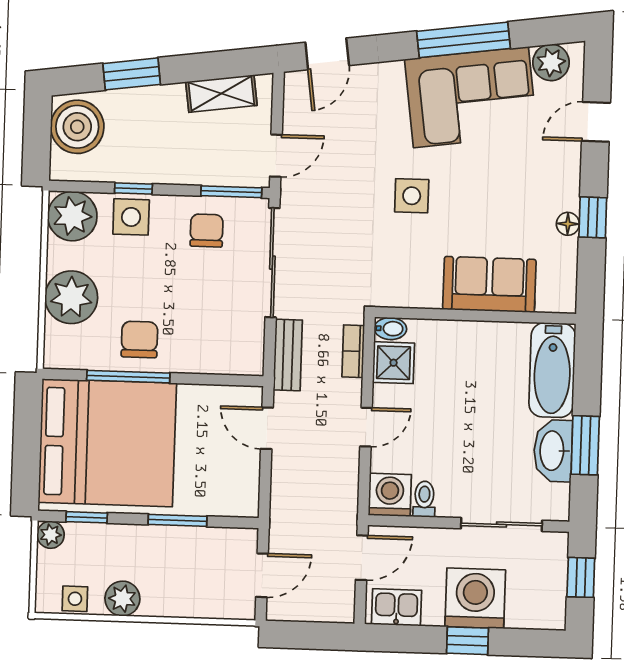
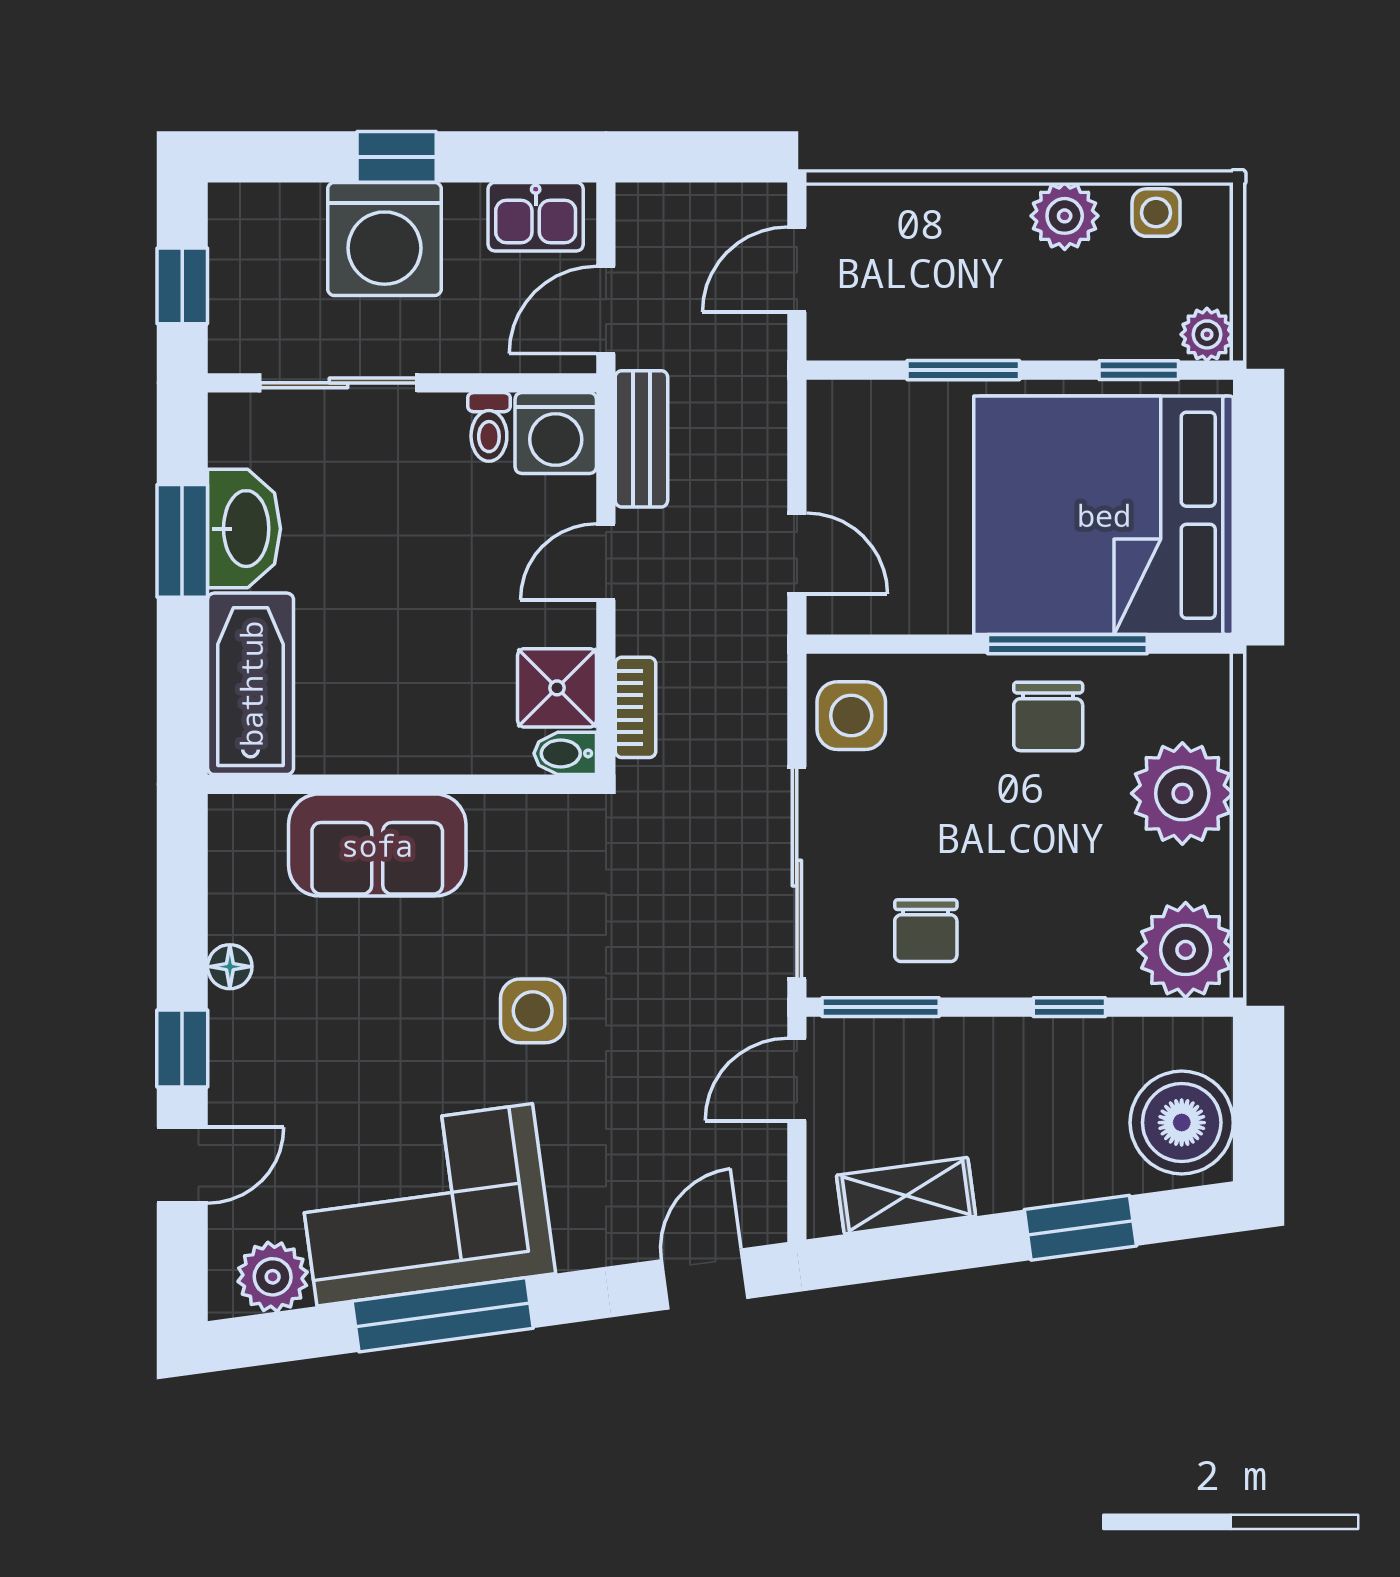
side table: (131, 217) -> (851, 716), moved
window: (593, 217) -> (182, 1048), moved
bench: (288, 355) -> (641, 439), moved

